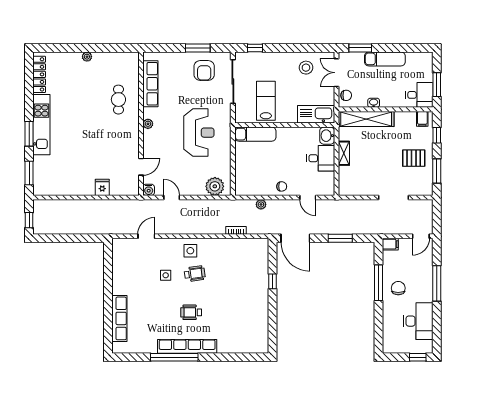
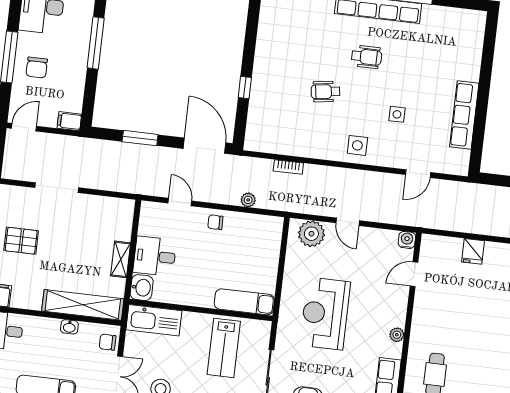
door: (172, 197) -> (348, 222), moved
wheelchair: (195, 274) -> (326, 92), moved
window: (379, 283) -> (96, 43), moved
chair: (398, 288) -> (37, 67), moved
row of seats: (119, 318) -> (464, 115), moved

